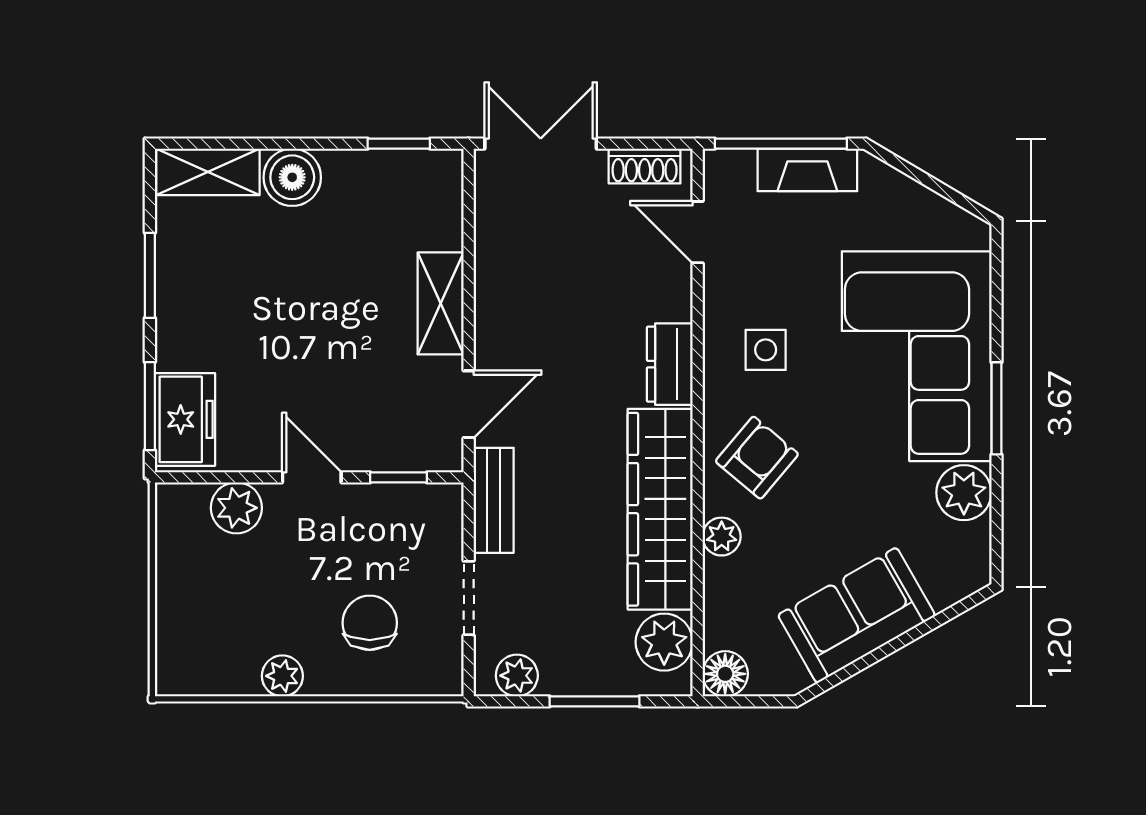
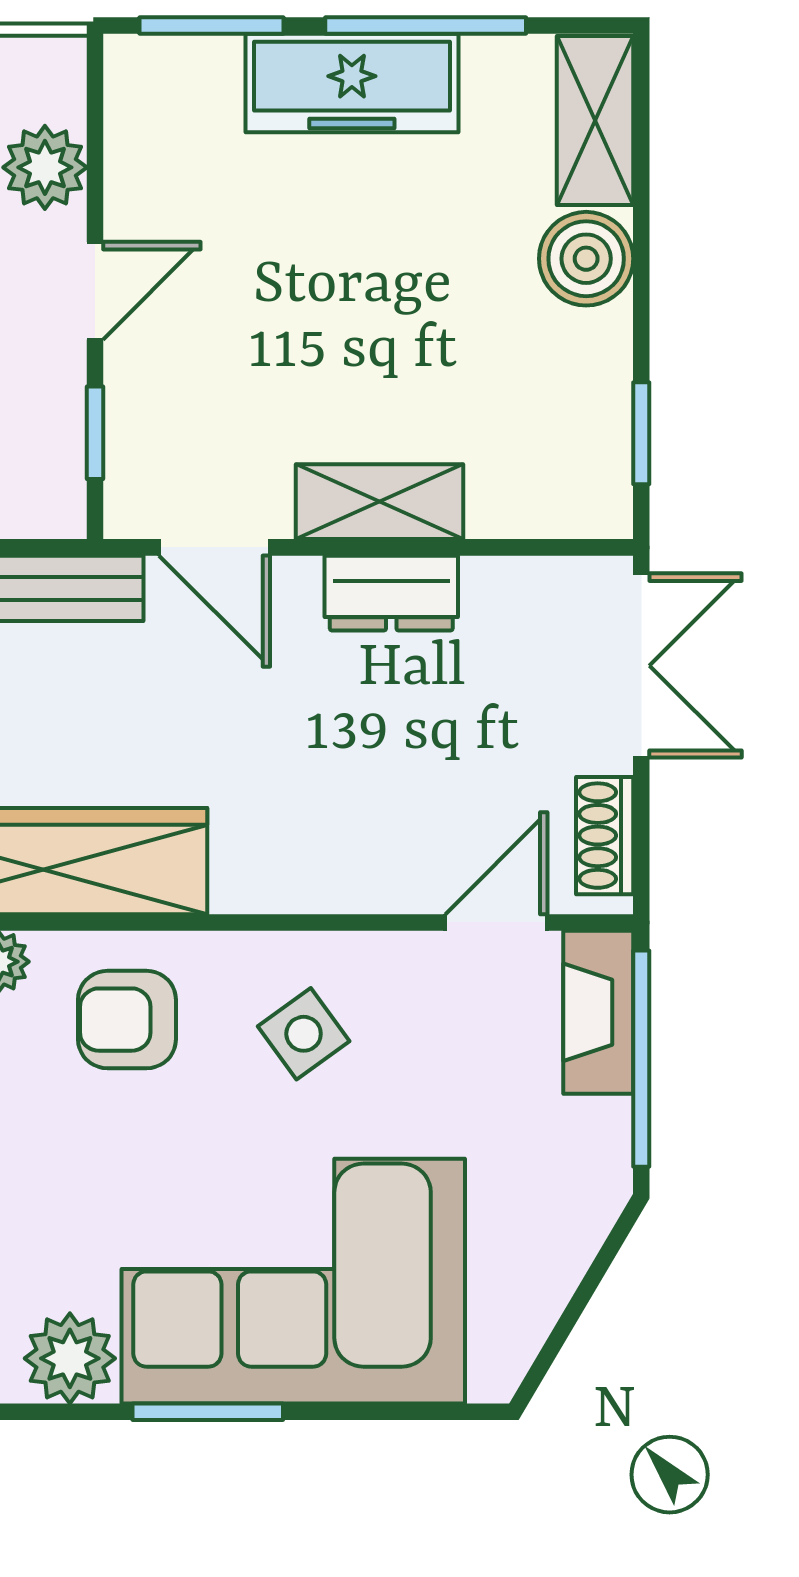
fireplace: (807, 170) -> (598, 1012), moved
window: (150, 275) -> (426, 26), width x1.44
side table: (766, 350) -> (304, 1034), turned -36
dresser: (670, 364) -> (391, 593), moved, turned 180
freezer: (185, 419) -> (352, 83), moved, width x1.40
armchair: (757, 458) -> (127, 1020), turned 140

